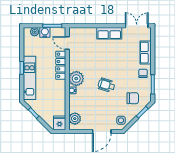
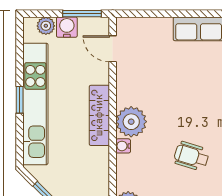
locker: (61, 65) -> (99, 115), moved
kitchen unit: (29, 78) -> (35, 104), width x1.36
wheelchair: (106, 85) -> (191, 156), moved

